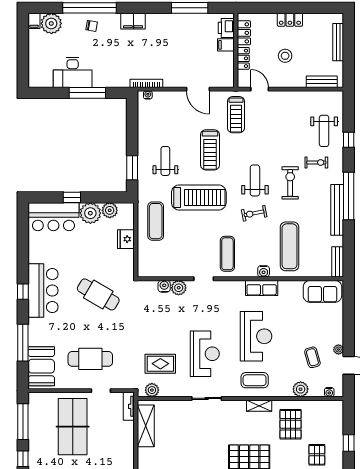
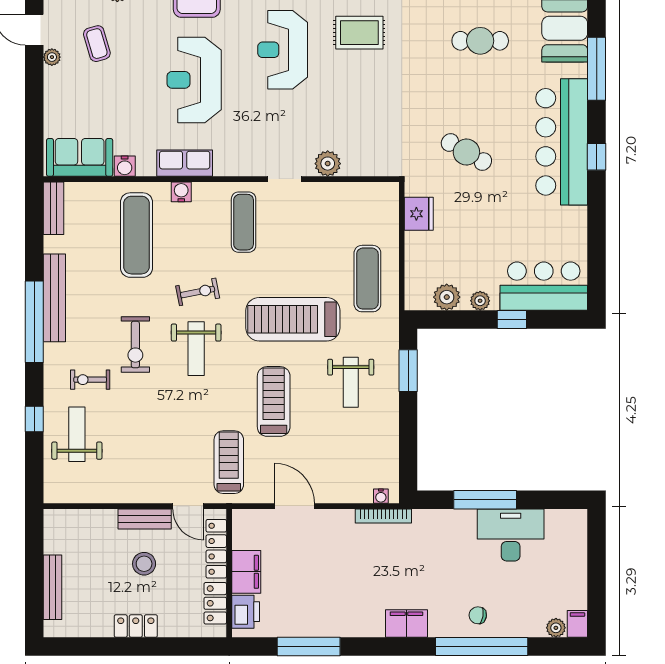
plant: (51, 23) -> (556, 628), width x0.53, depth x0.53
filing cabinet: (226, 45) -> (246, 572), width x2.00
locker: (243, 58) -> (216, 549), width x1.53
bench: (322, 82) -> (145, 519), moved
plant: (90, 213) -> (480, 301), width x0.53, depth x0.53
fridge: (126, 239) -> (419, 214), moved
water cooler: (164, 286) -> (125, 166), moved
bar counter: (43, 291) -> (562, 142), width x1.36
cafe table: (98, 294) -> (466, 152), width x0.73, depth x0.74
cafe table: (90, 359) -> (480, 41), width x0.73, depth x0.74

